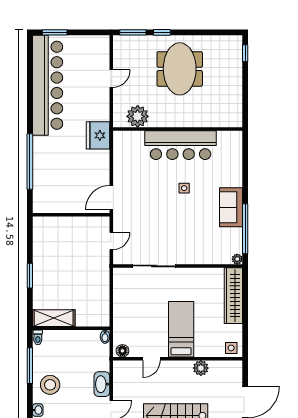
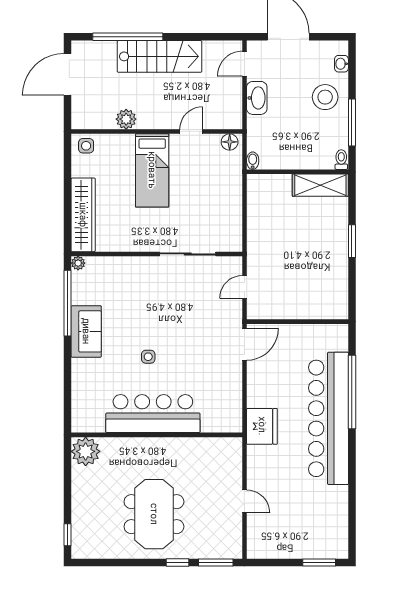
door: (111, 79) -> (244, 501), swing flipped
bar counter: (48, 85) -> (328, 418), moved
plant: (138, 116) -> (86, 451), moved

